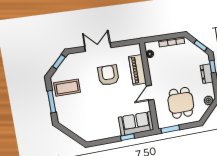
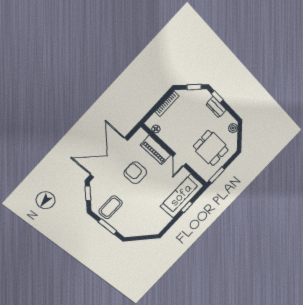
double door: (98, 47) -> (109, 158), width x1.87
sofa: (136, 124) -> (182, 196), width x1.36

